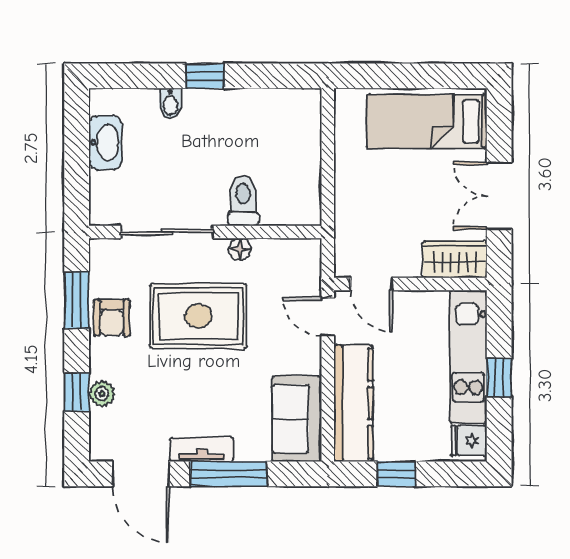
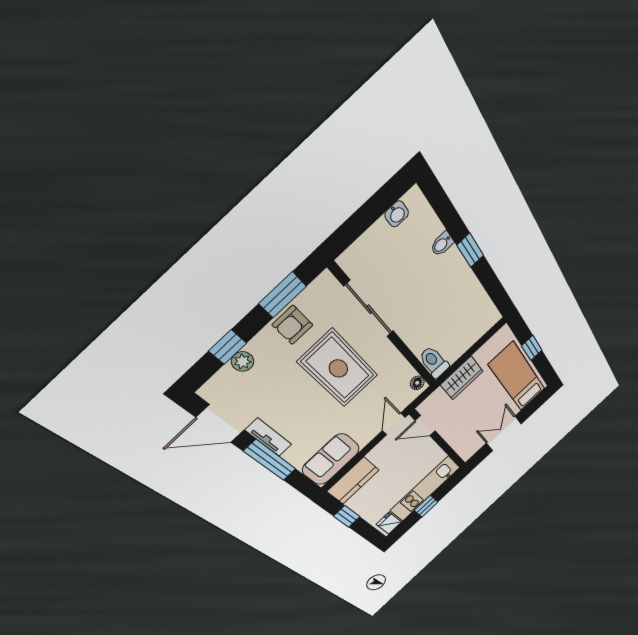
window: (404, 76) -> (532, 348), added
washbasin: (105, 143) -> (397, 214), width x0.52, depth x0.69
toilet: (243, 201) -> (434, 362), moved, turned -90
floor lamp: (240, 249) -> (417, 383), moved
wardrobe: (455, 259) -> (462, 378), moved, turned 90
door: (371, 284) -> (425, 426), hinge flipped
kitchen counter: (353, 403) -> (353, 481), width x0.67
door: (141, 474) -> (220, 424), hinge flipped

